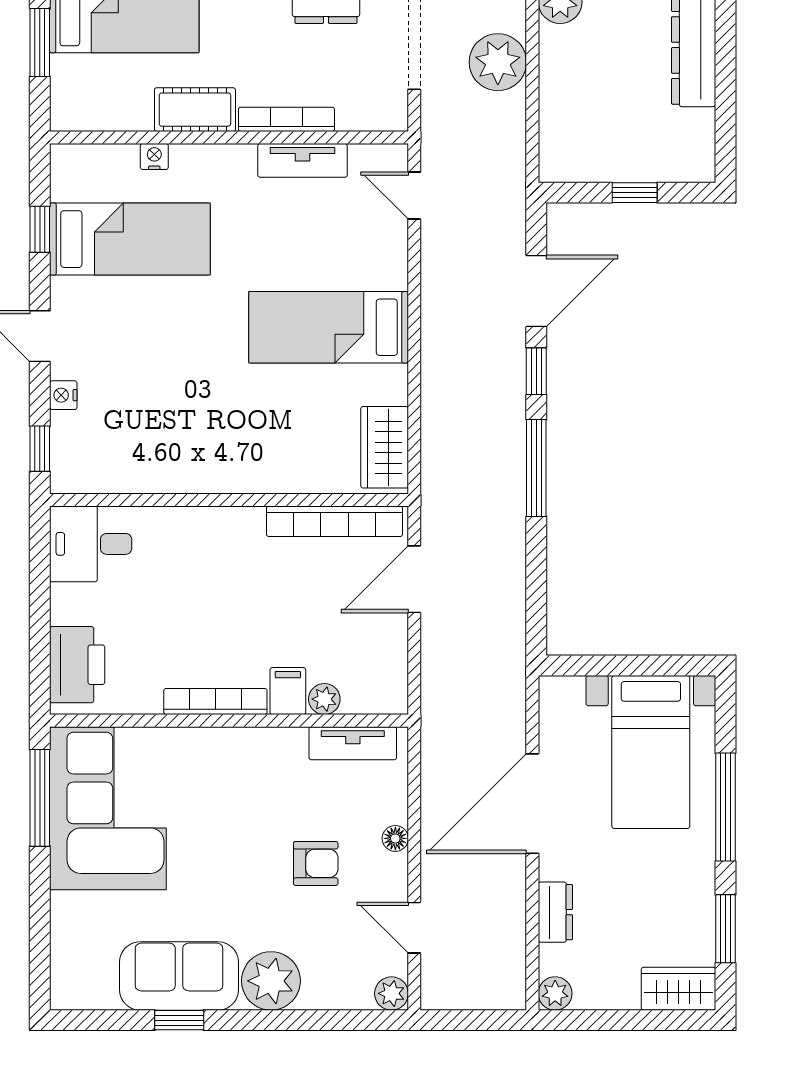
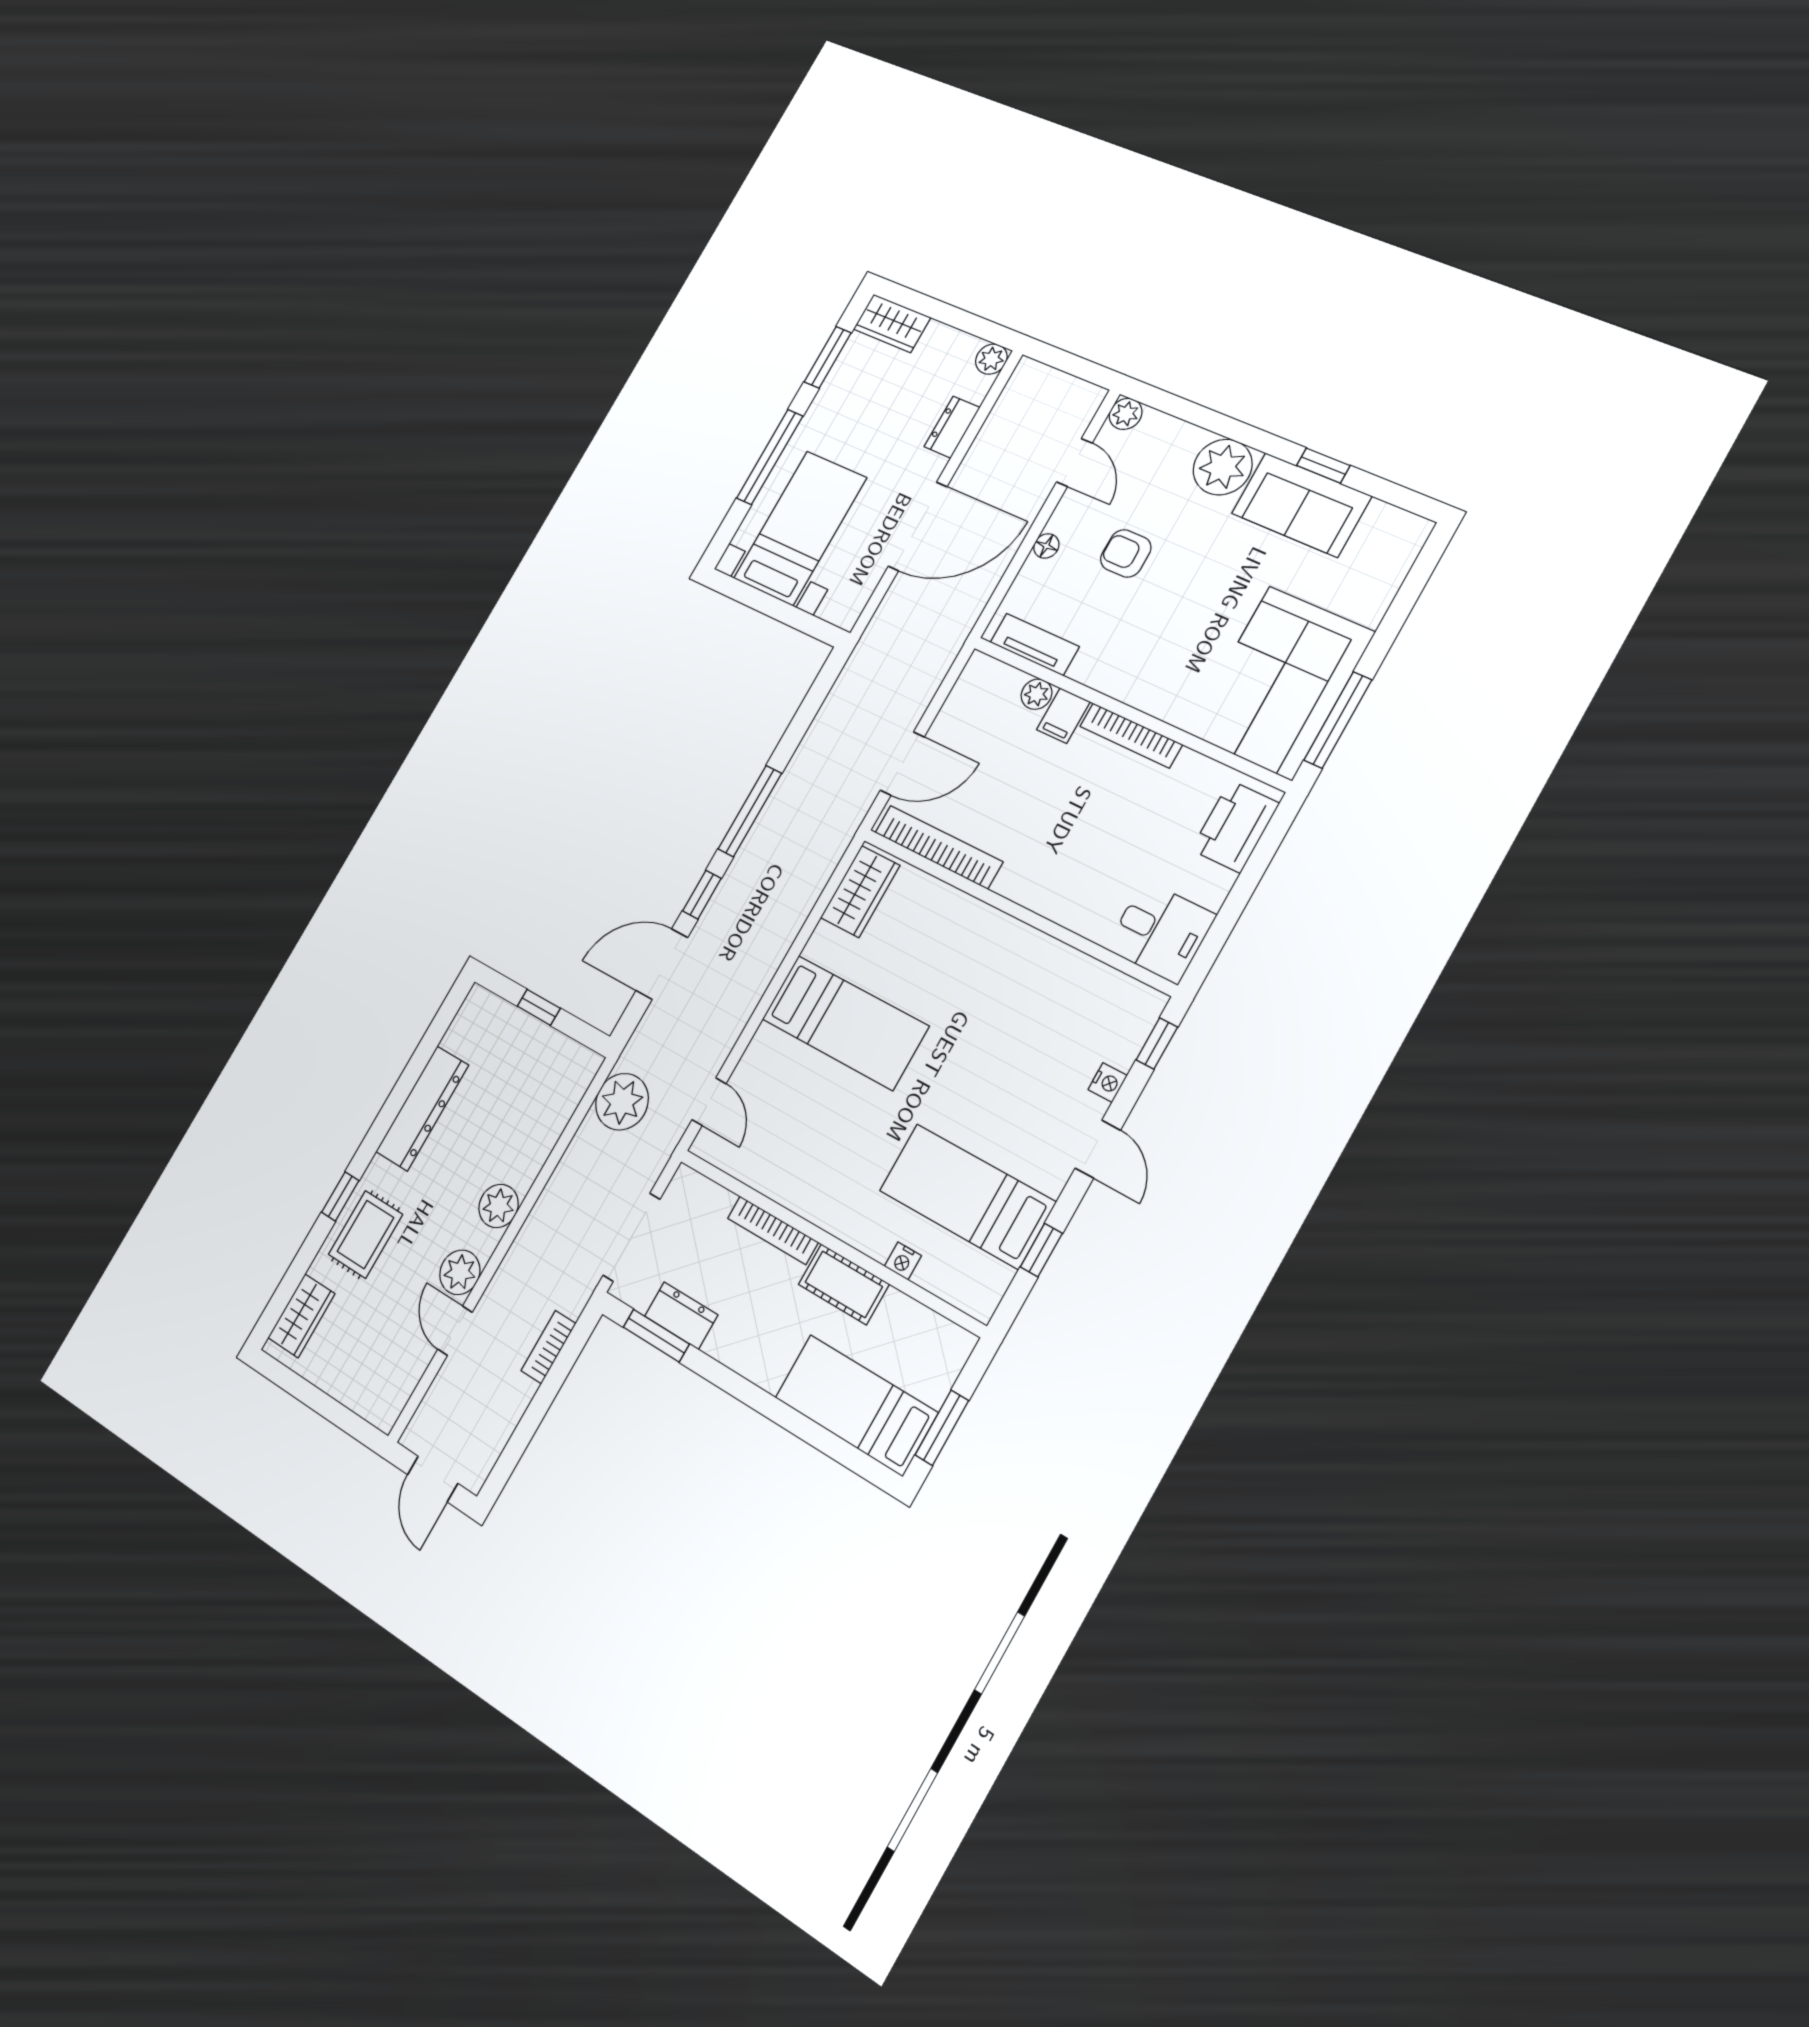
plant: (498, 62) -> (622, 1102), moved
tv unit: (302, 160) -> (781, 1185), removed

